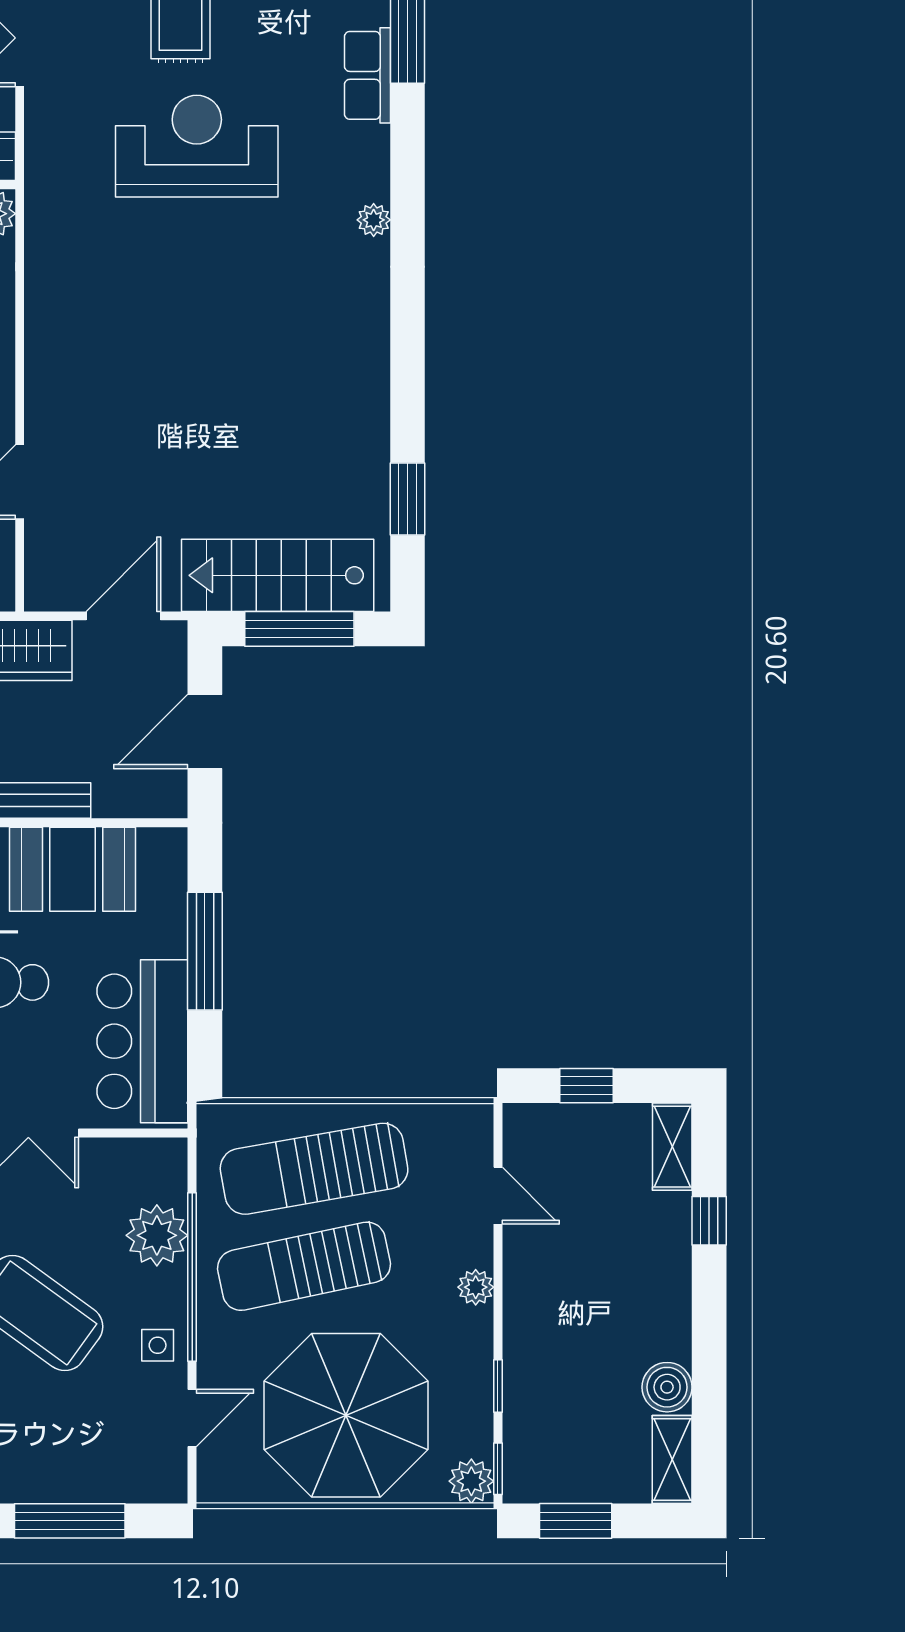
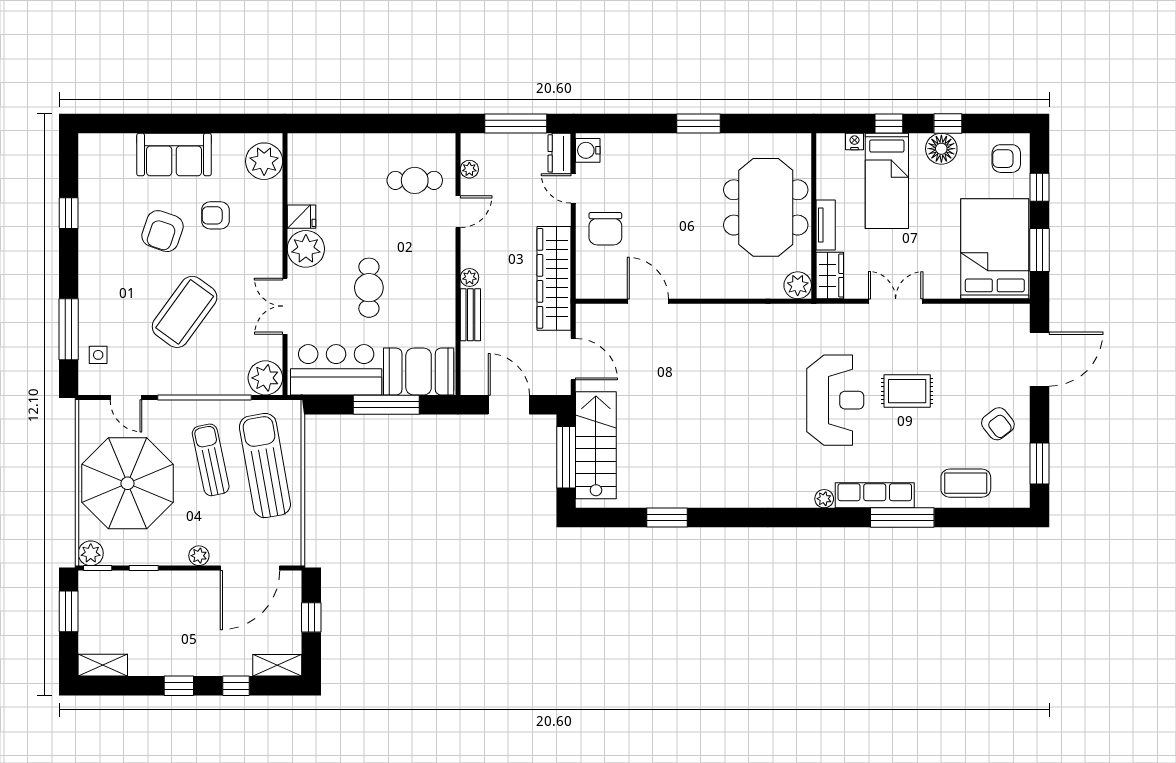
row of seats: (367, 75) -> (875, 495), width x1.48
plant: (374, 220) -> (824, 499), moved
window: (407, 499) -> (667, 518), moved
booth: (73, 869) -> (419, 372), moved, turned 90
door: (498, 1196) -> (250, 568), width x1.88
plant: (157, 1235) -> (265, 378), moved
sun lounger: (304, 1266) -> (211, 460), width x0.73, depth x0.75
window: (709, 1323) -> (179, 686), added
side table: (158, 1345) -> (98, 355), moved
boiler: (667, 1387) -> (143, 662), removed

